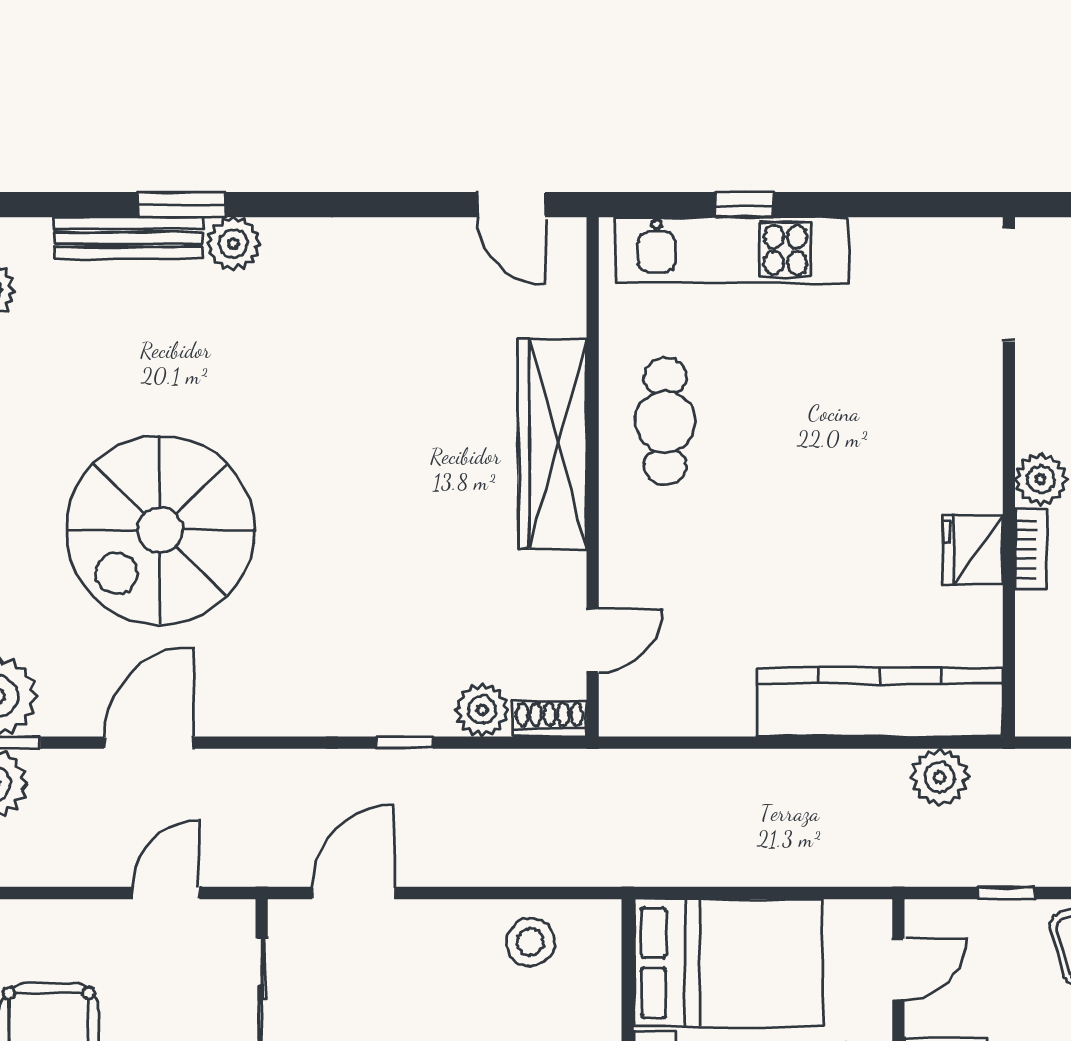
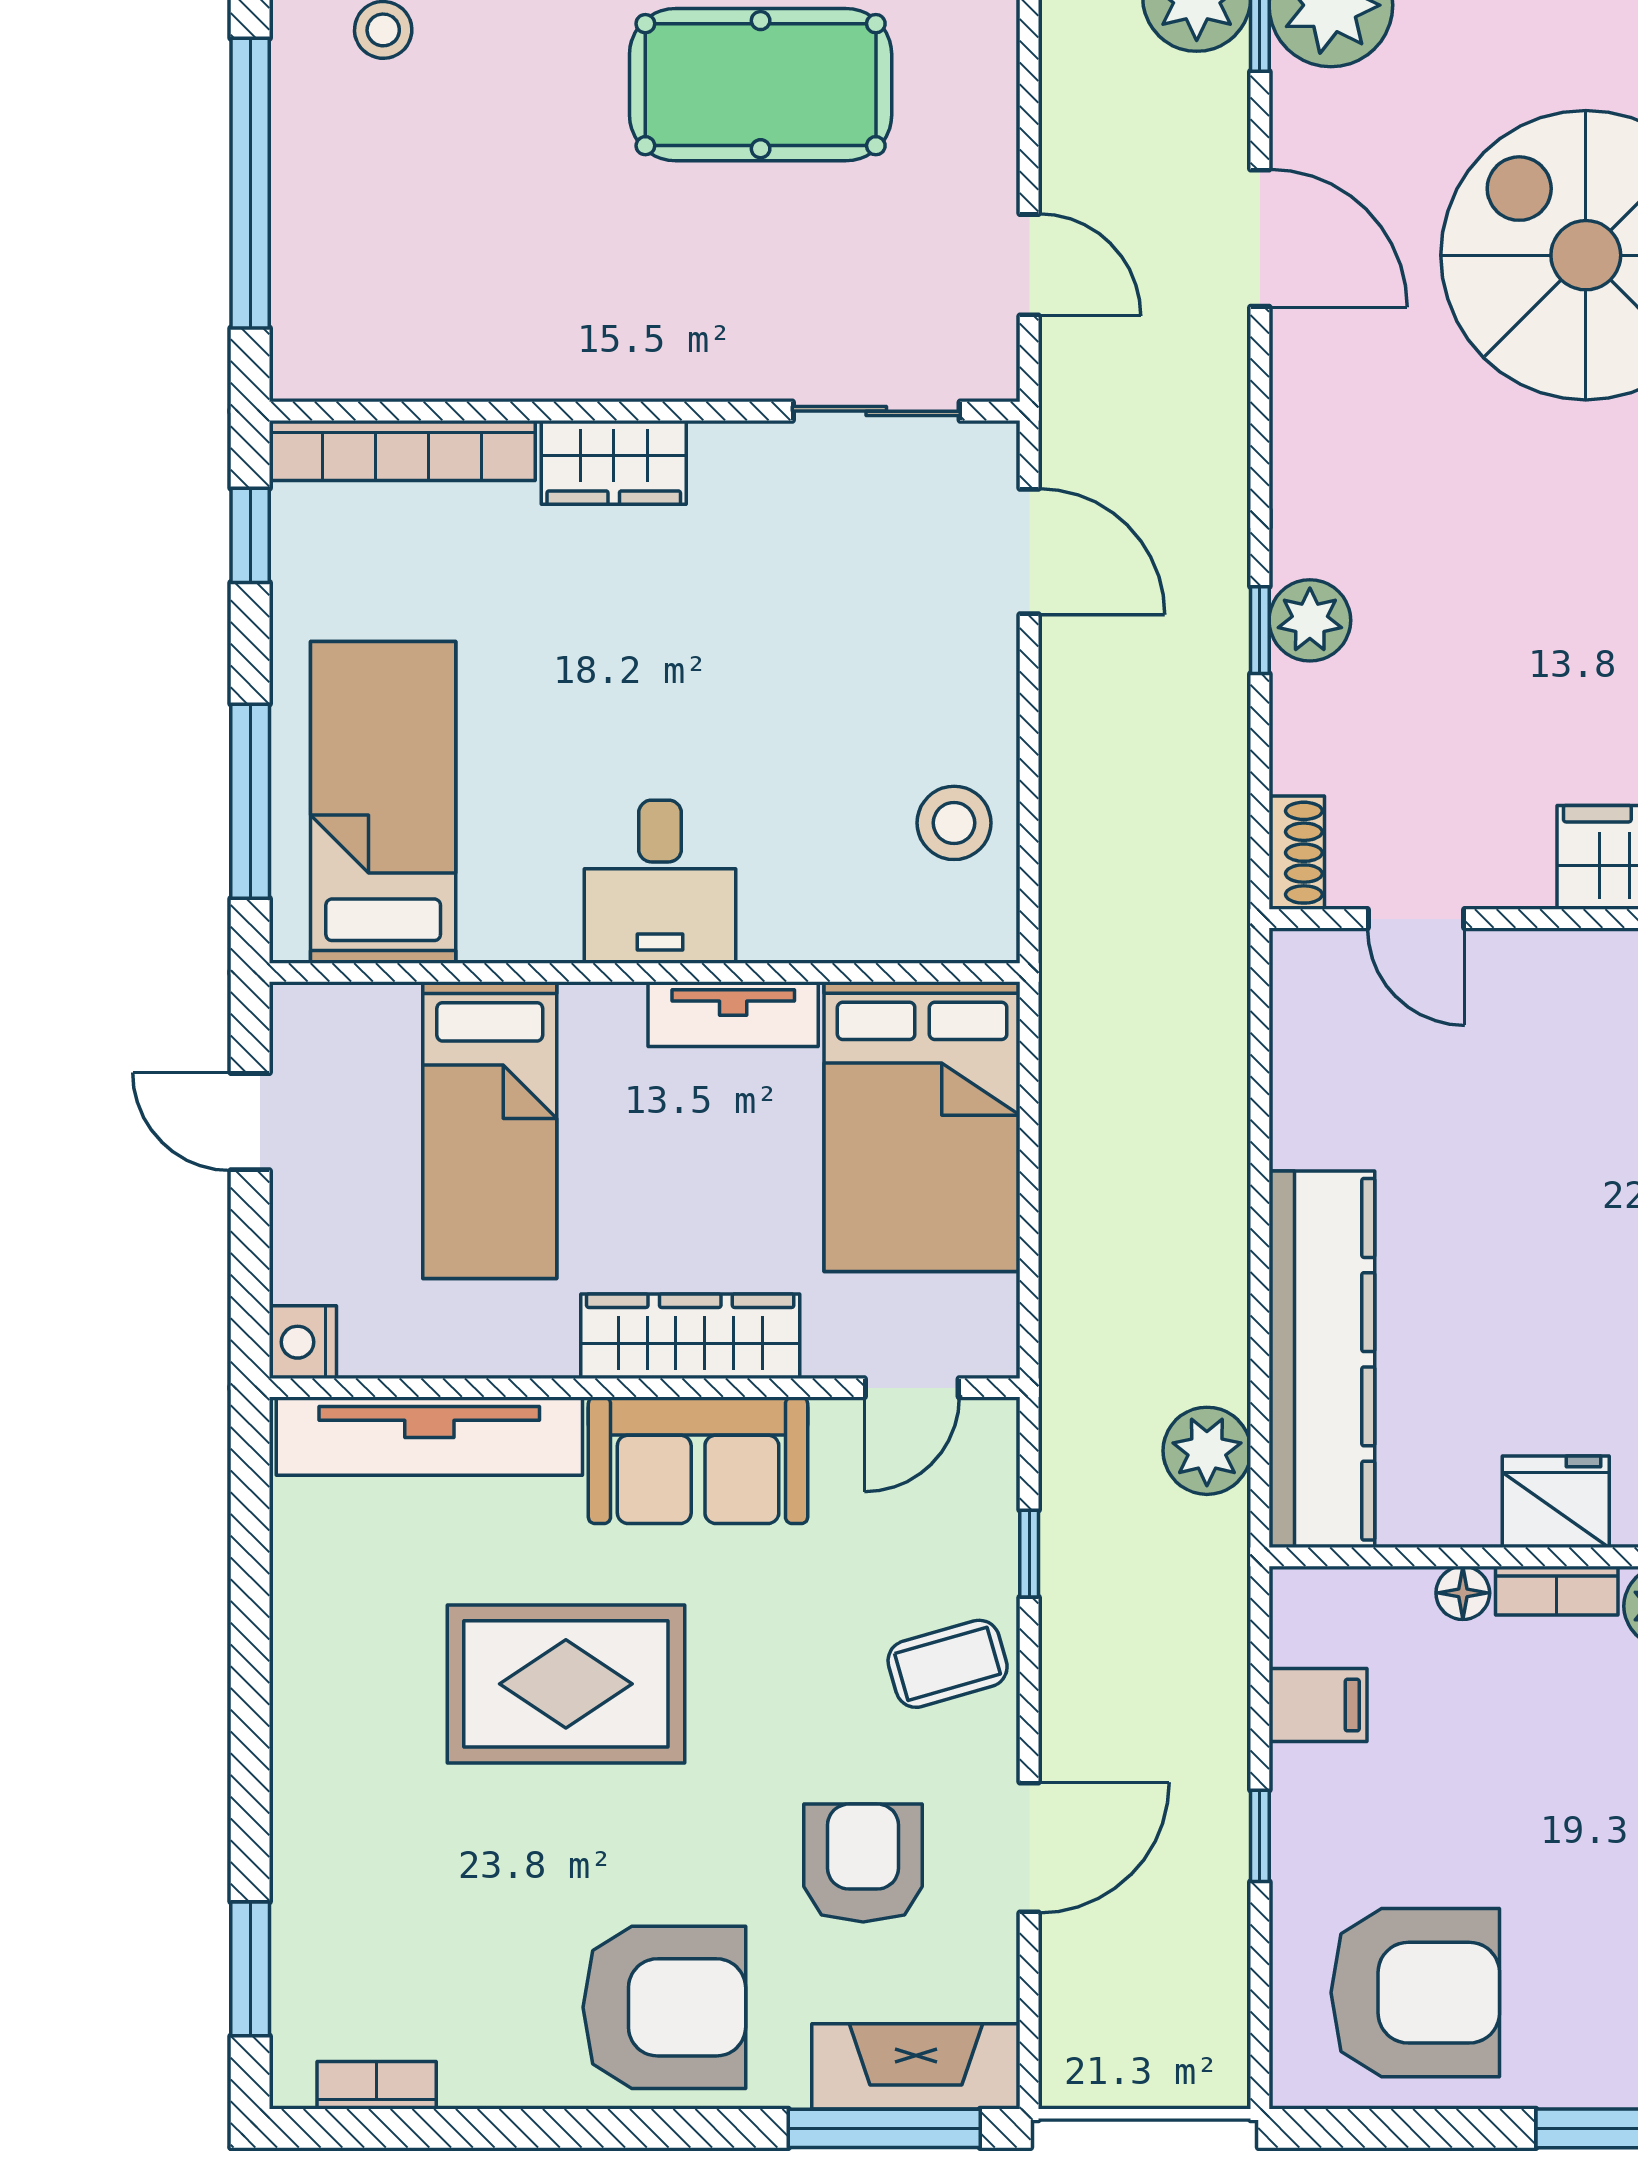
floor lamp: (1032, 610) -> (1463, 1593), added
plant: (482, 710) -> (1310, 620), moved
door: (898, 970) -> (912, 1388), hinge flipped

